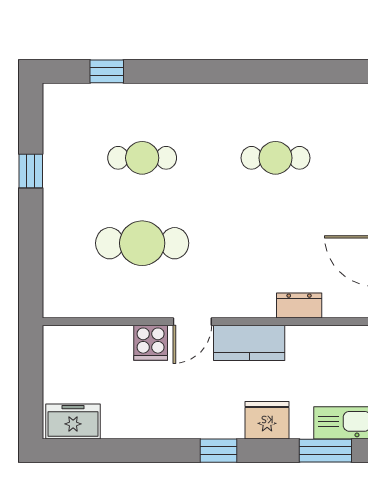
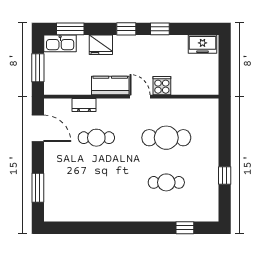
cafe table: (275, 158) -> (96, 138), moved
door: (192, 322) -> (140, 97), hinge flipped
window: (154, 451) -> (160, 29), added

